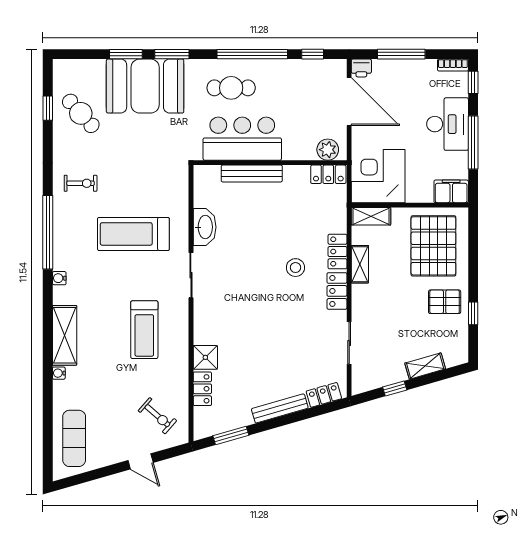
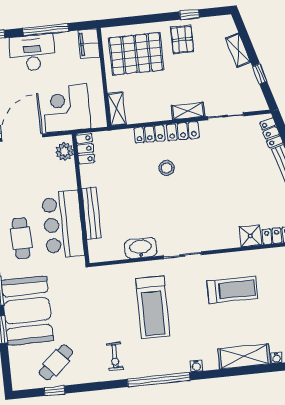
corner desk: (378, 176) -> (66, 108), moved, turned 90
exercise bike: (81, 183) -> (115, 356), turned 180
shelving: (360, 264) -> (188, 111), moved

